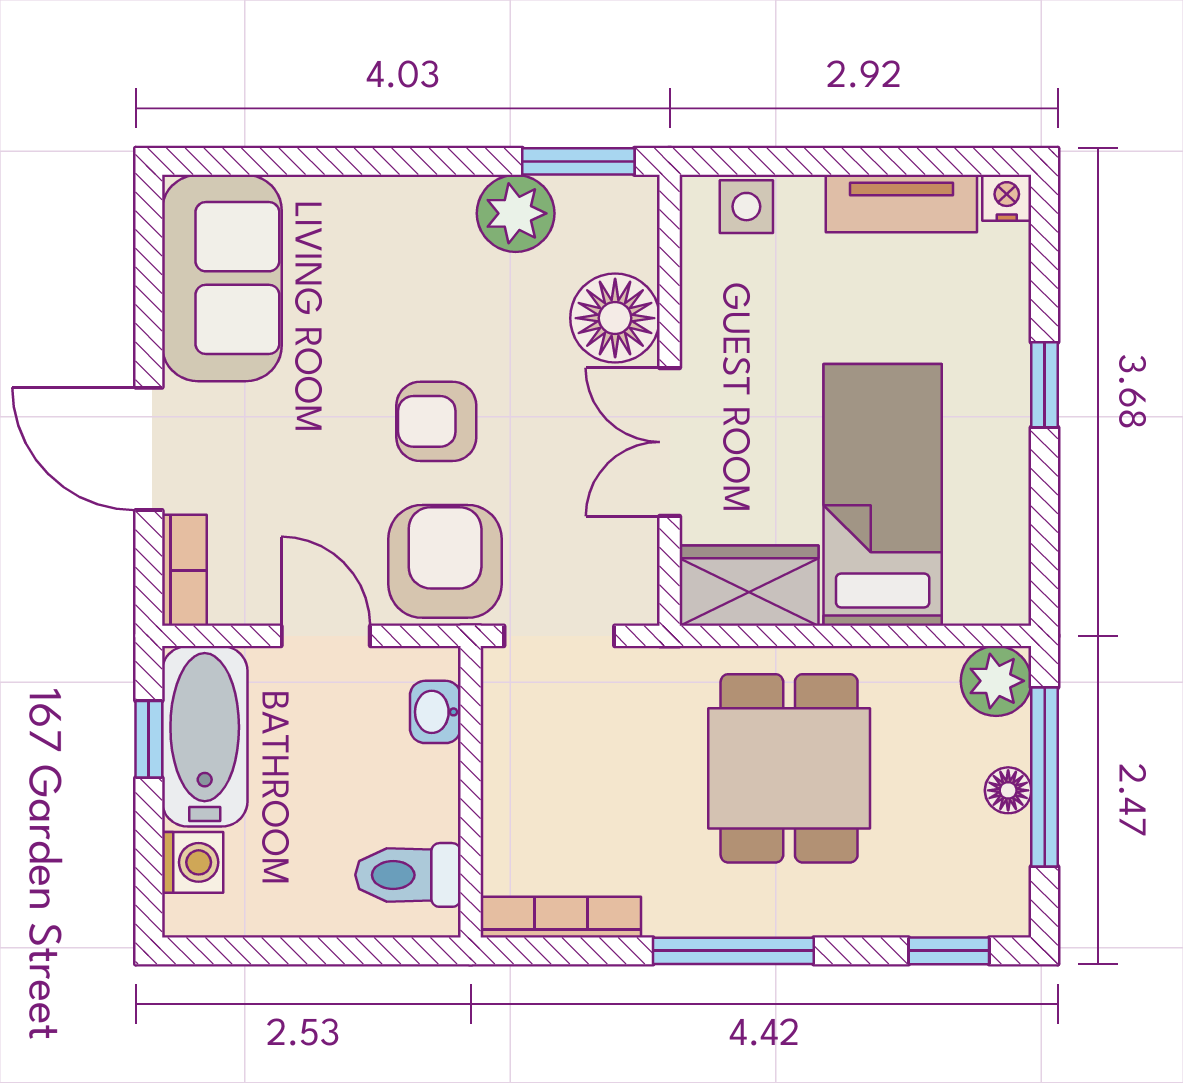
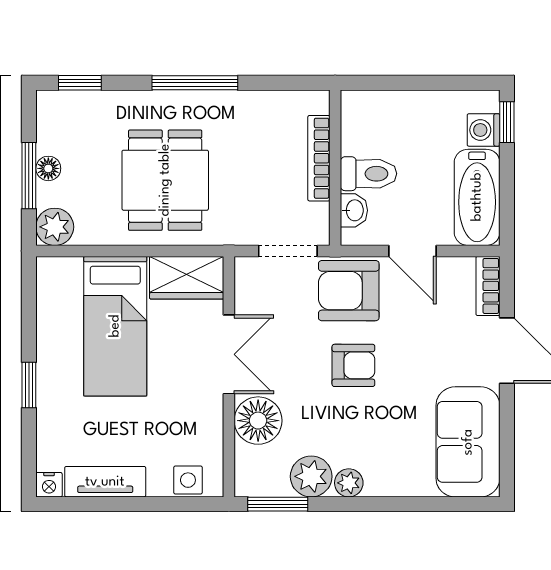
plant: (445, 201) -> (349, 483), added
armchair: (445, 561) -> (349, 291), turned 90
window: (149, 739) -> (507, 122), moved
window: (1045, 777) -> (29, 176), width x0.69
toilet: (408, 875) -> (369, 174), moved
bookcase: (561, 917) -> (319, 158), moved, turned 90

